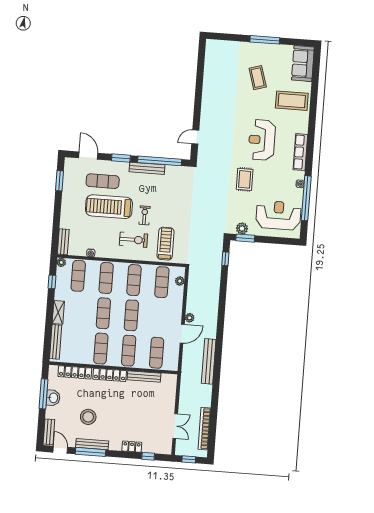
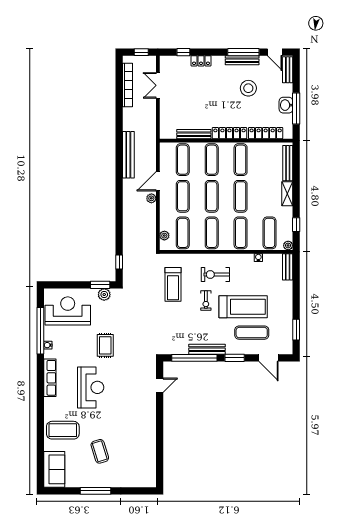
reception desk: (278, 215) -> (68, 311), turned 180
treadmill: (165, 244) -> (173, 284), moved
exercise mat: (159, 317) -> (183, 196), added

